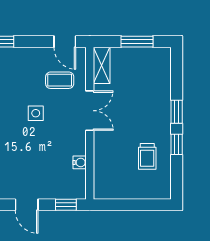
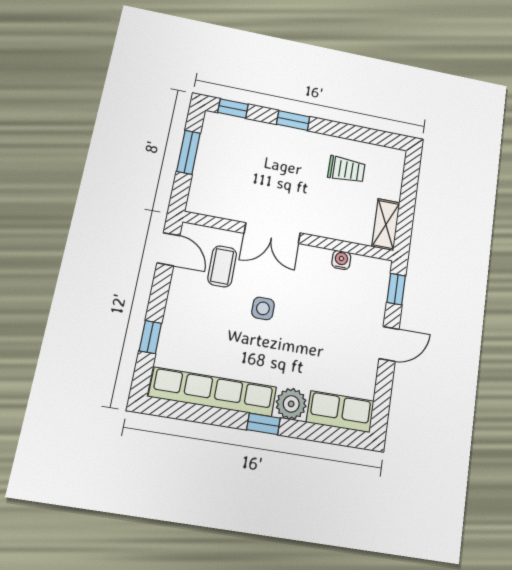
door: (65, 42) -> (168, 249), hinge flipped
shelving: (102, 65) -> (386, 225), moved, turned 90
double door: (90, 111) -> (272, 233), swing flipped
window: (177, 144) -> (233, 108), moved

